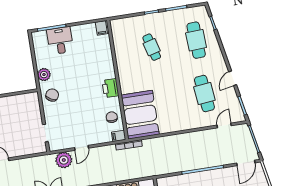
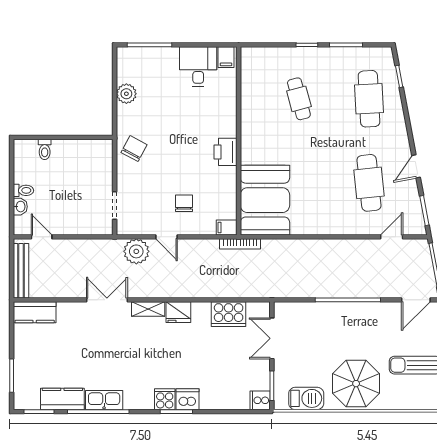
desk: (60, 41) -> (198, 67), moved
plant: (44, 75) -> (126, 94), moved
chair: (112, 117) -> (184, 203), moved
door: (81, 148) -> (167, 237), hinge flipped

